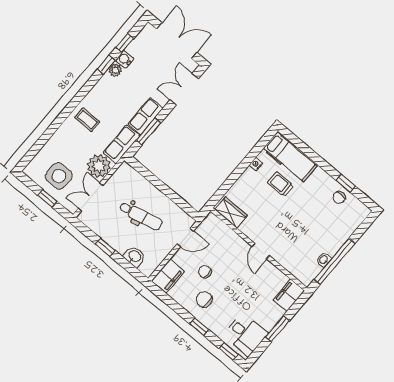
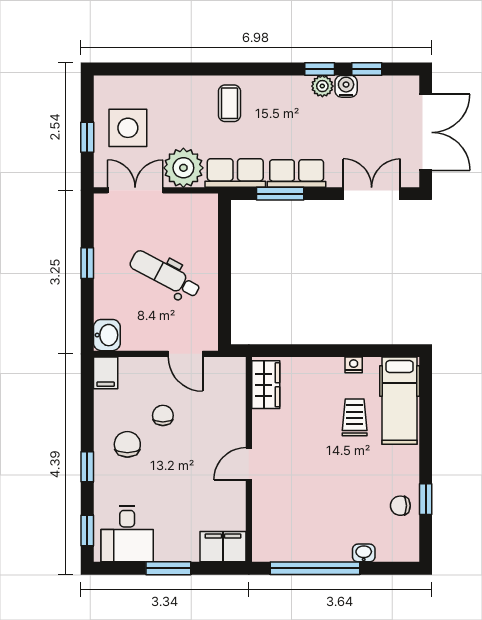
dental chair: (141, 216) -> (165, 275), turned 131
washbasin: (134, 256) -> (107, 335), moved
washbasin: (324, 260) -> (364, 553), moved
filing cabinet: (168, 276) -> (106, 373), width x0.50

